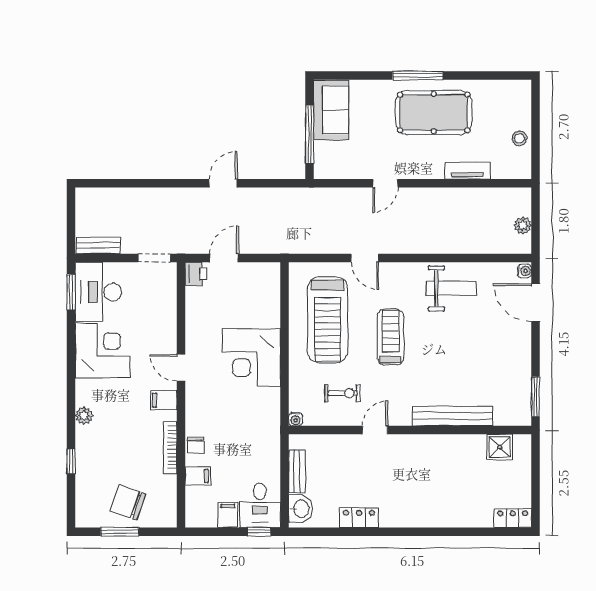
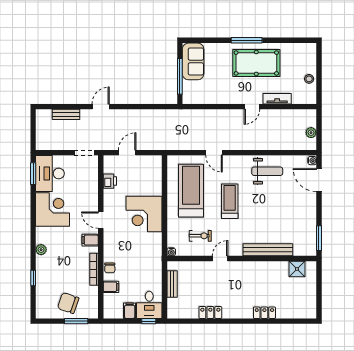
door: (223, 183) -> (101, 107), moved
door: (385, 183) -> (252, 107), moved
bench: (98, 245) -> (66, 114), moved
printer: (196, 274) -> (110, 181), moved
treadmill: (328, 320) -> (191, 191), turned 180
washbasin: (301, 509) -> (174, 307), removed
locker: (513, 518) -> (264, 313), moved
window: (120, 532) -> (76, 321), moved

